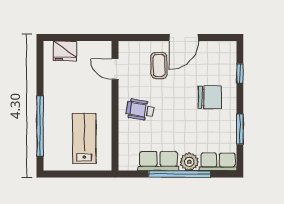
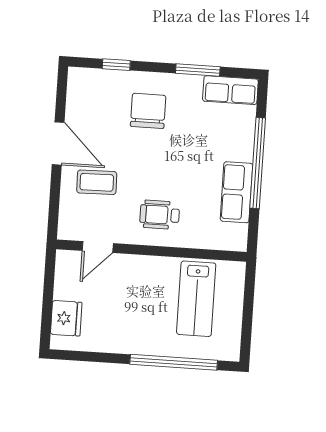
wheelchair: (140, 110) -> (160, 215), turned 81
lab bench: (84, 138) -> (196, 299), turned -90
plant: (189, 162) -> (241, 147), removed
row of seats: (218, 162) -> (230, 90), moved, turned -90

